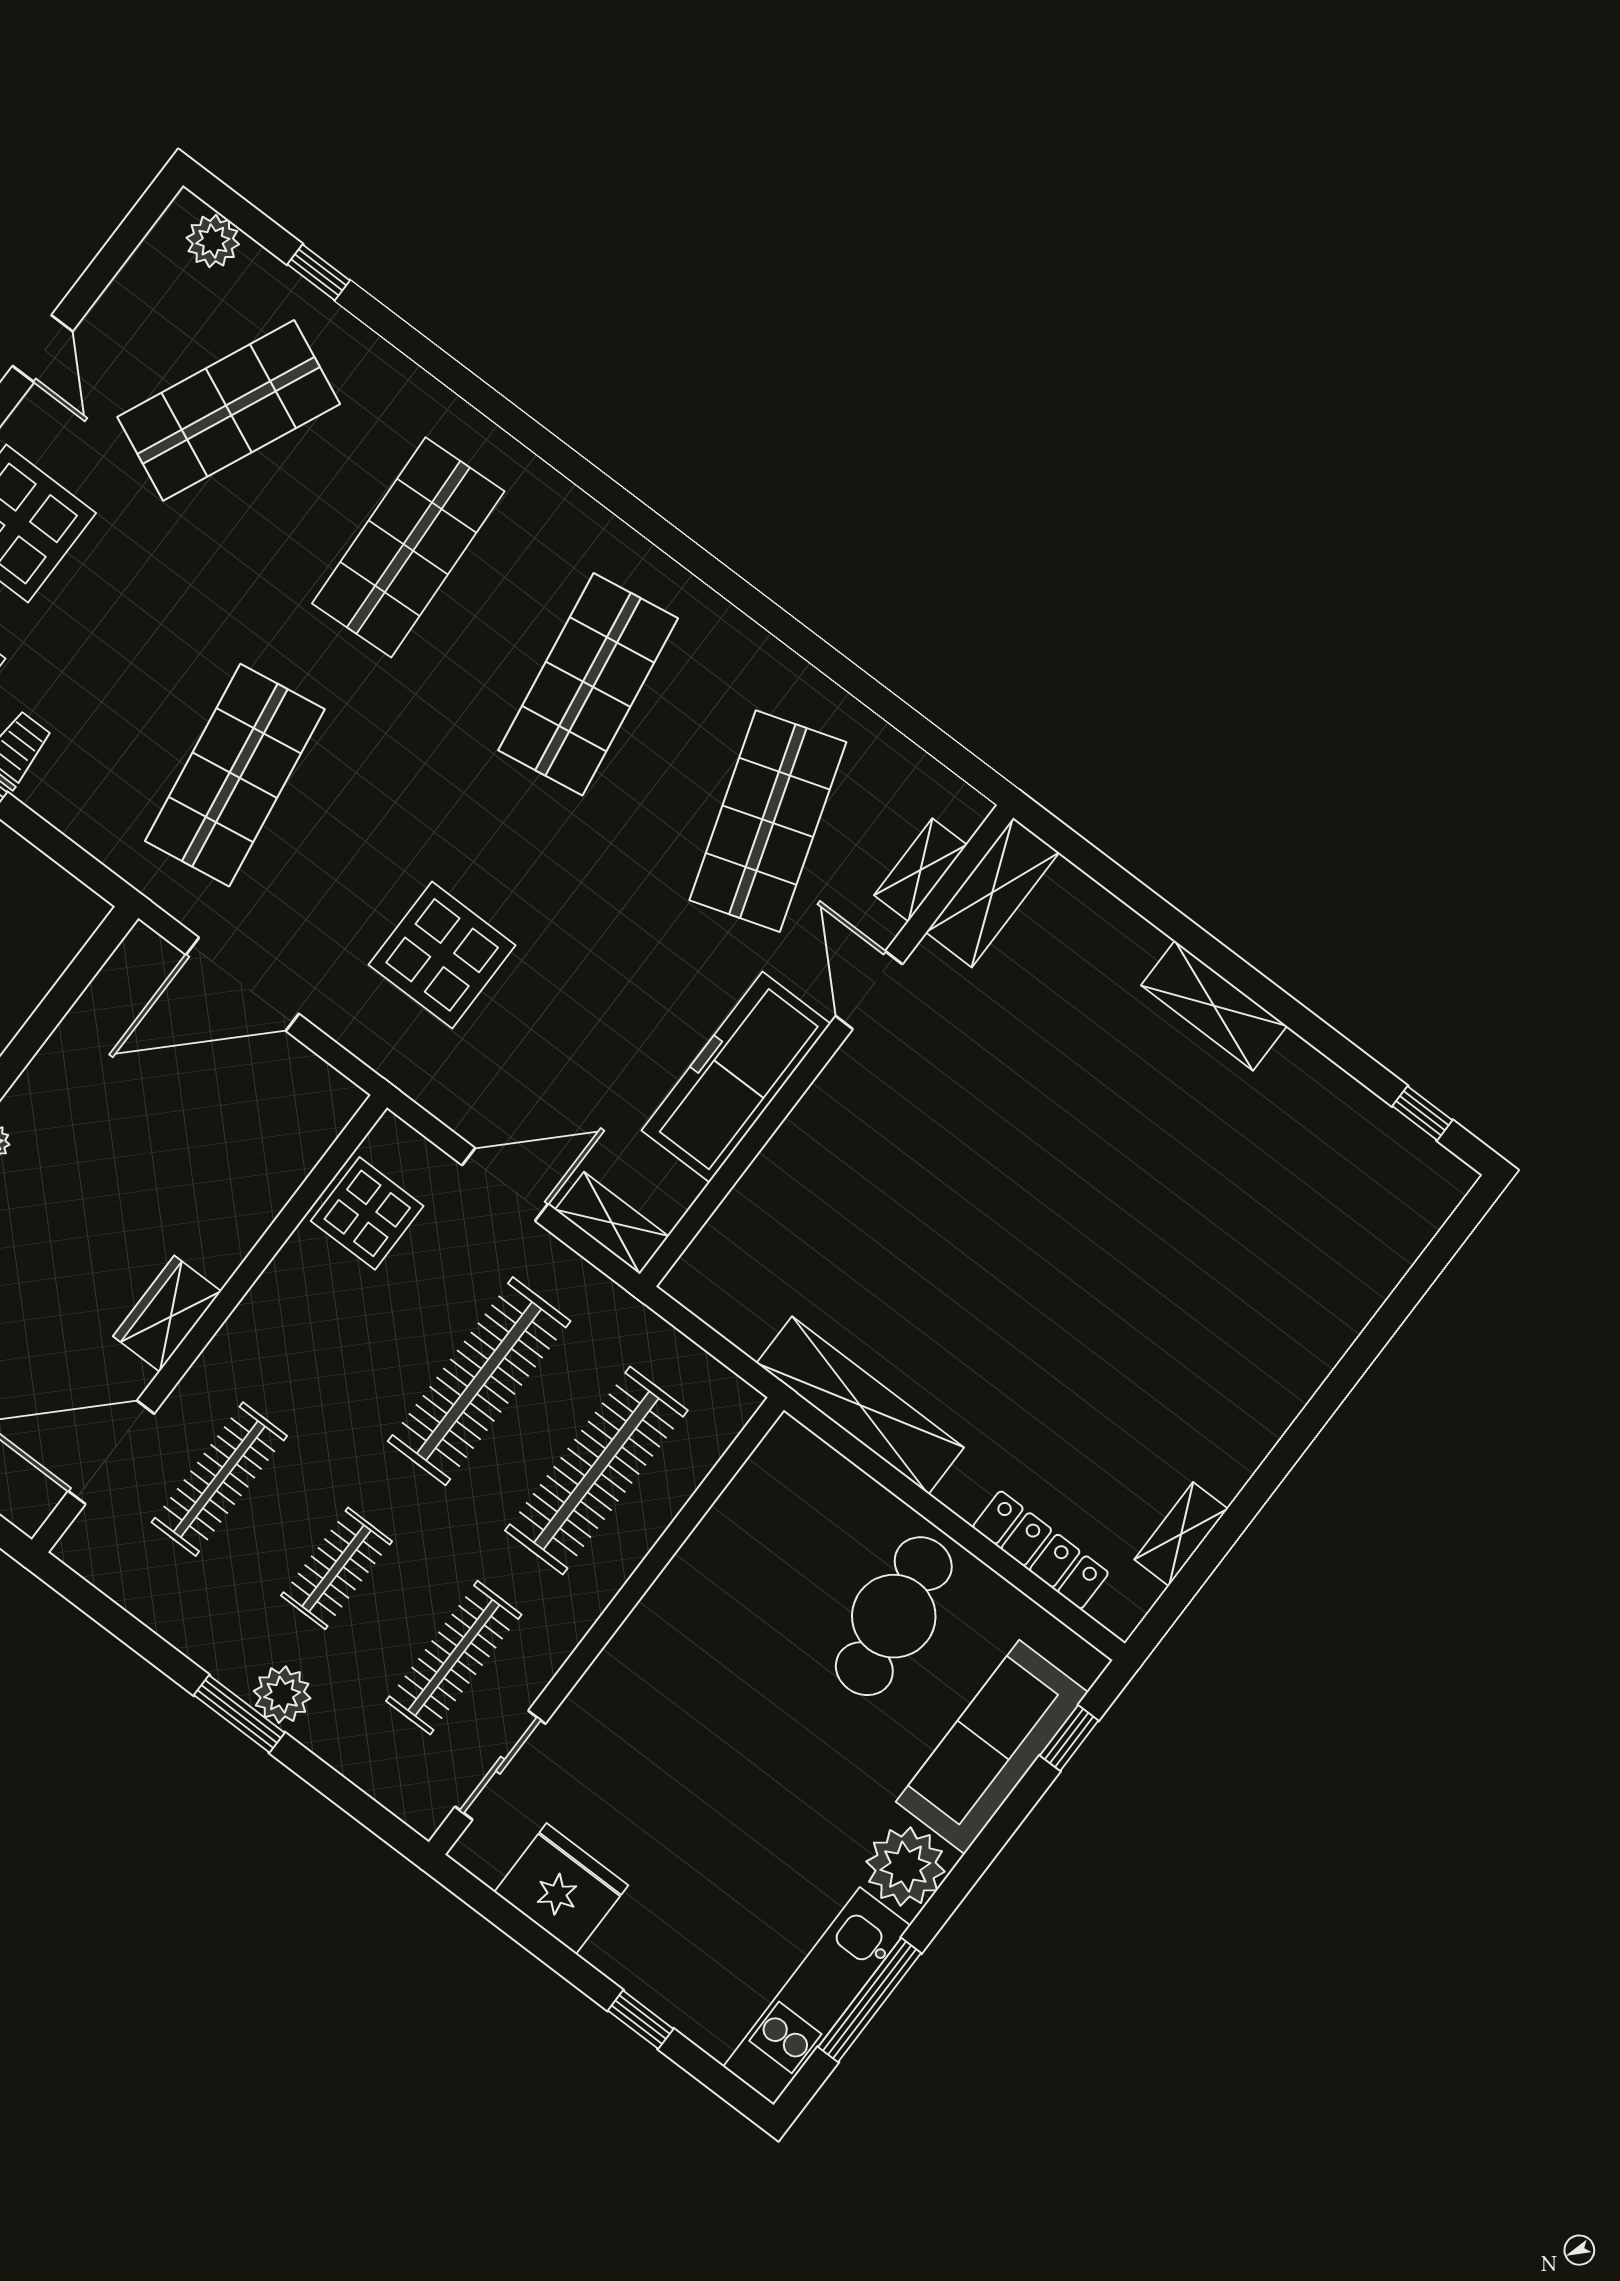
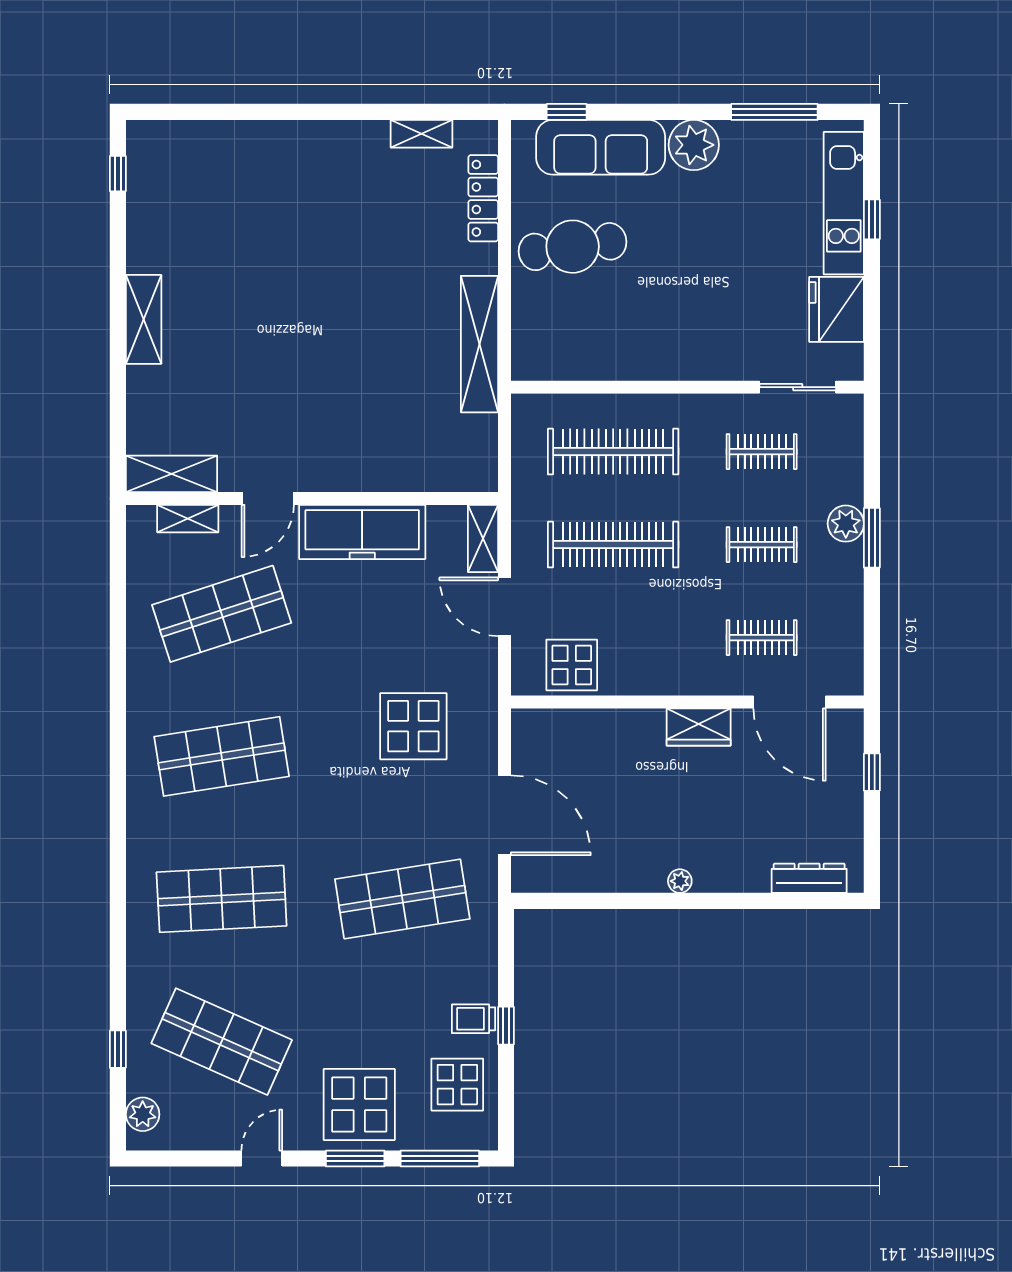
clothes rail: (219, 1479) -> (762, 638), width x0.73
clothes rail: (454, 1658) -> (762, 452), width x0.73
kitchen unit: (817, 1996) -> (844, 203), moved, turned 90

